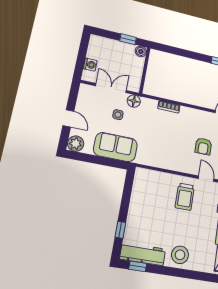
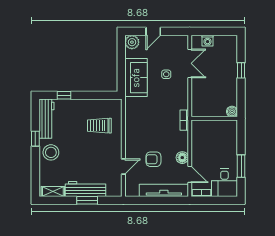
boiler: (141, 51) -> (232, 111), moved
wall: (145, 70) -> (214, 118), moved
floor lamp: (134, 101) -> (182, 158), moved
trolley: (185, 197) -> (99, 126), moved
window: (138, 266) -> (35, 139), moved

